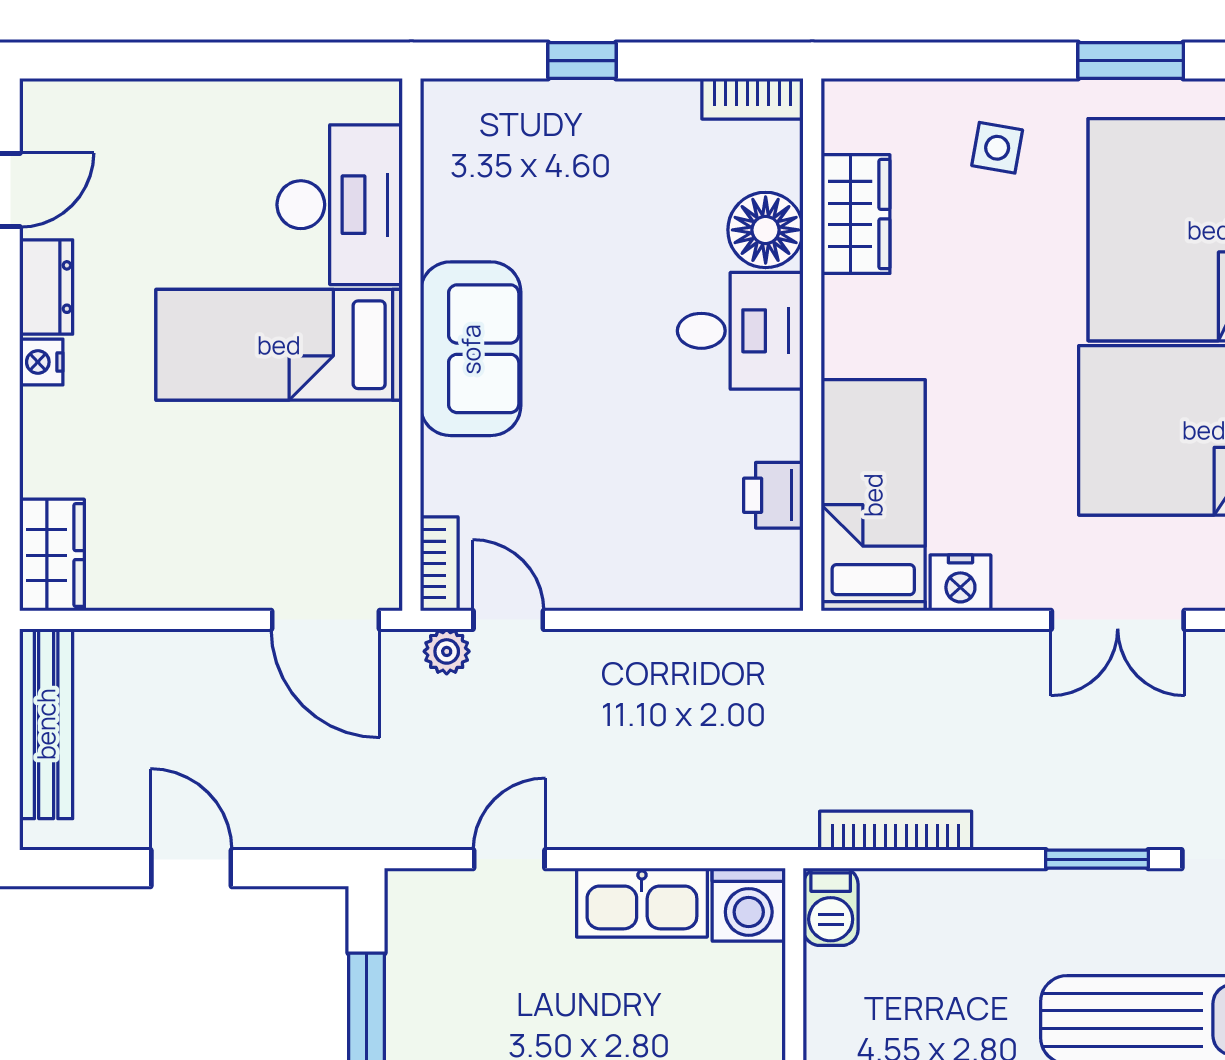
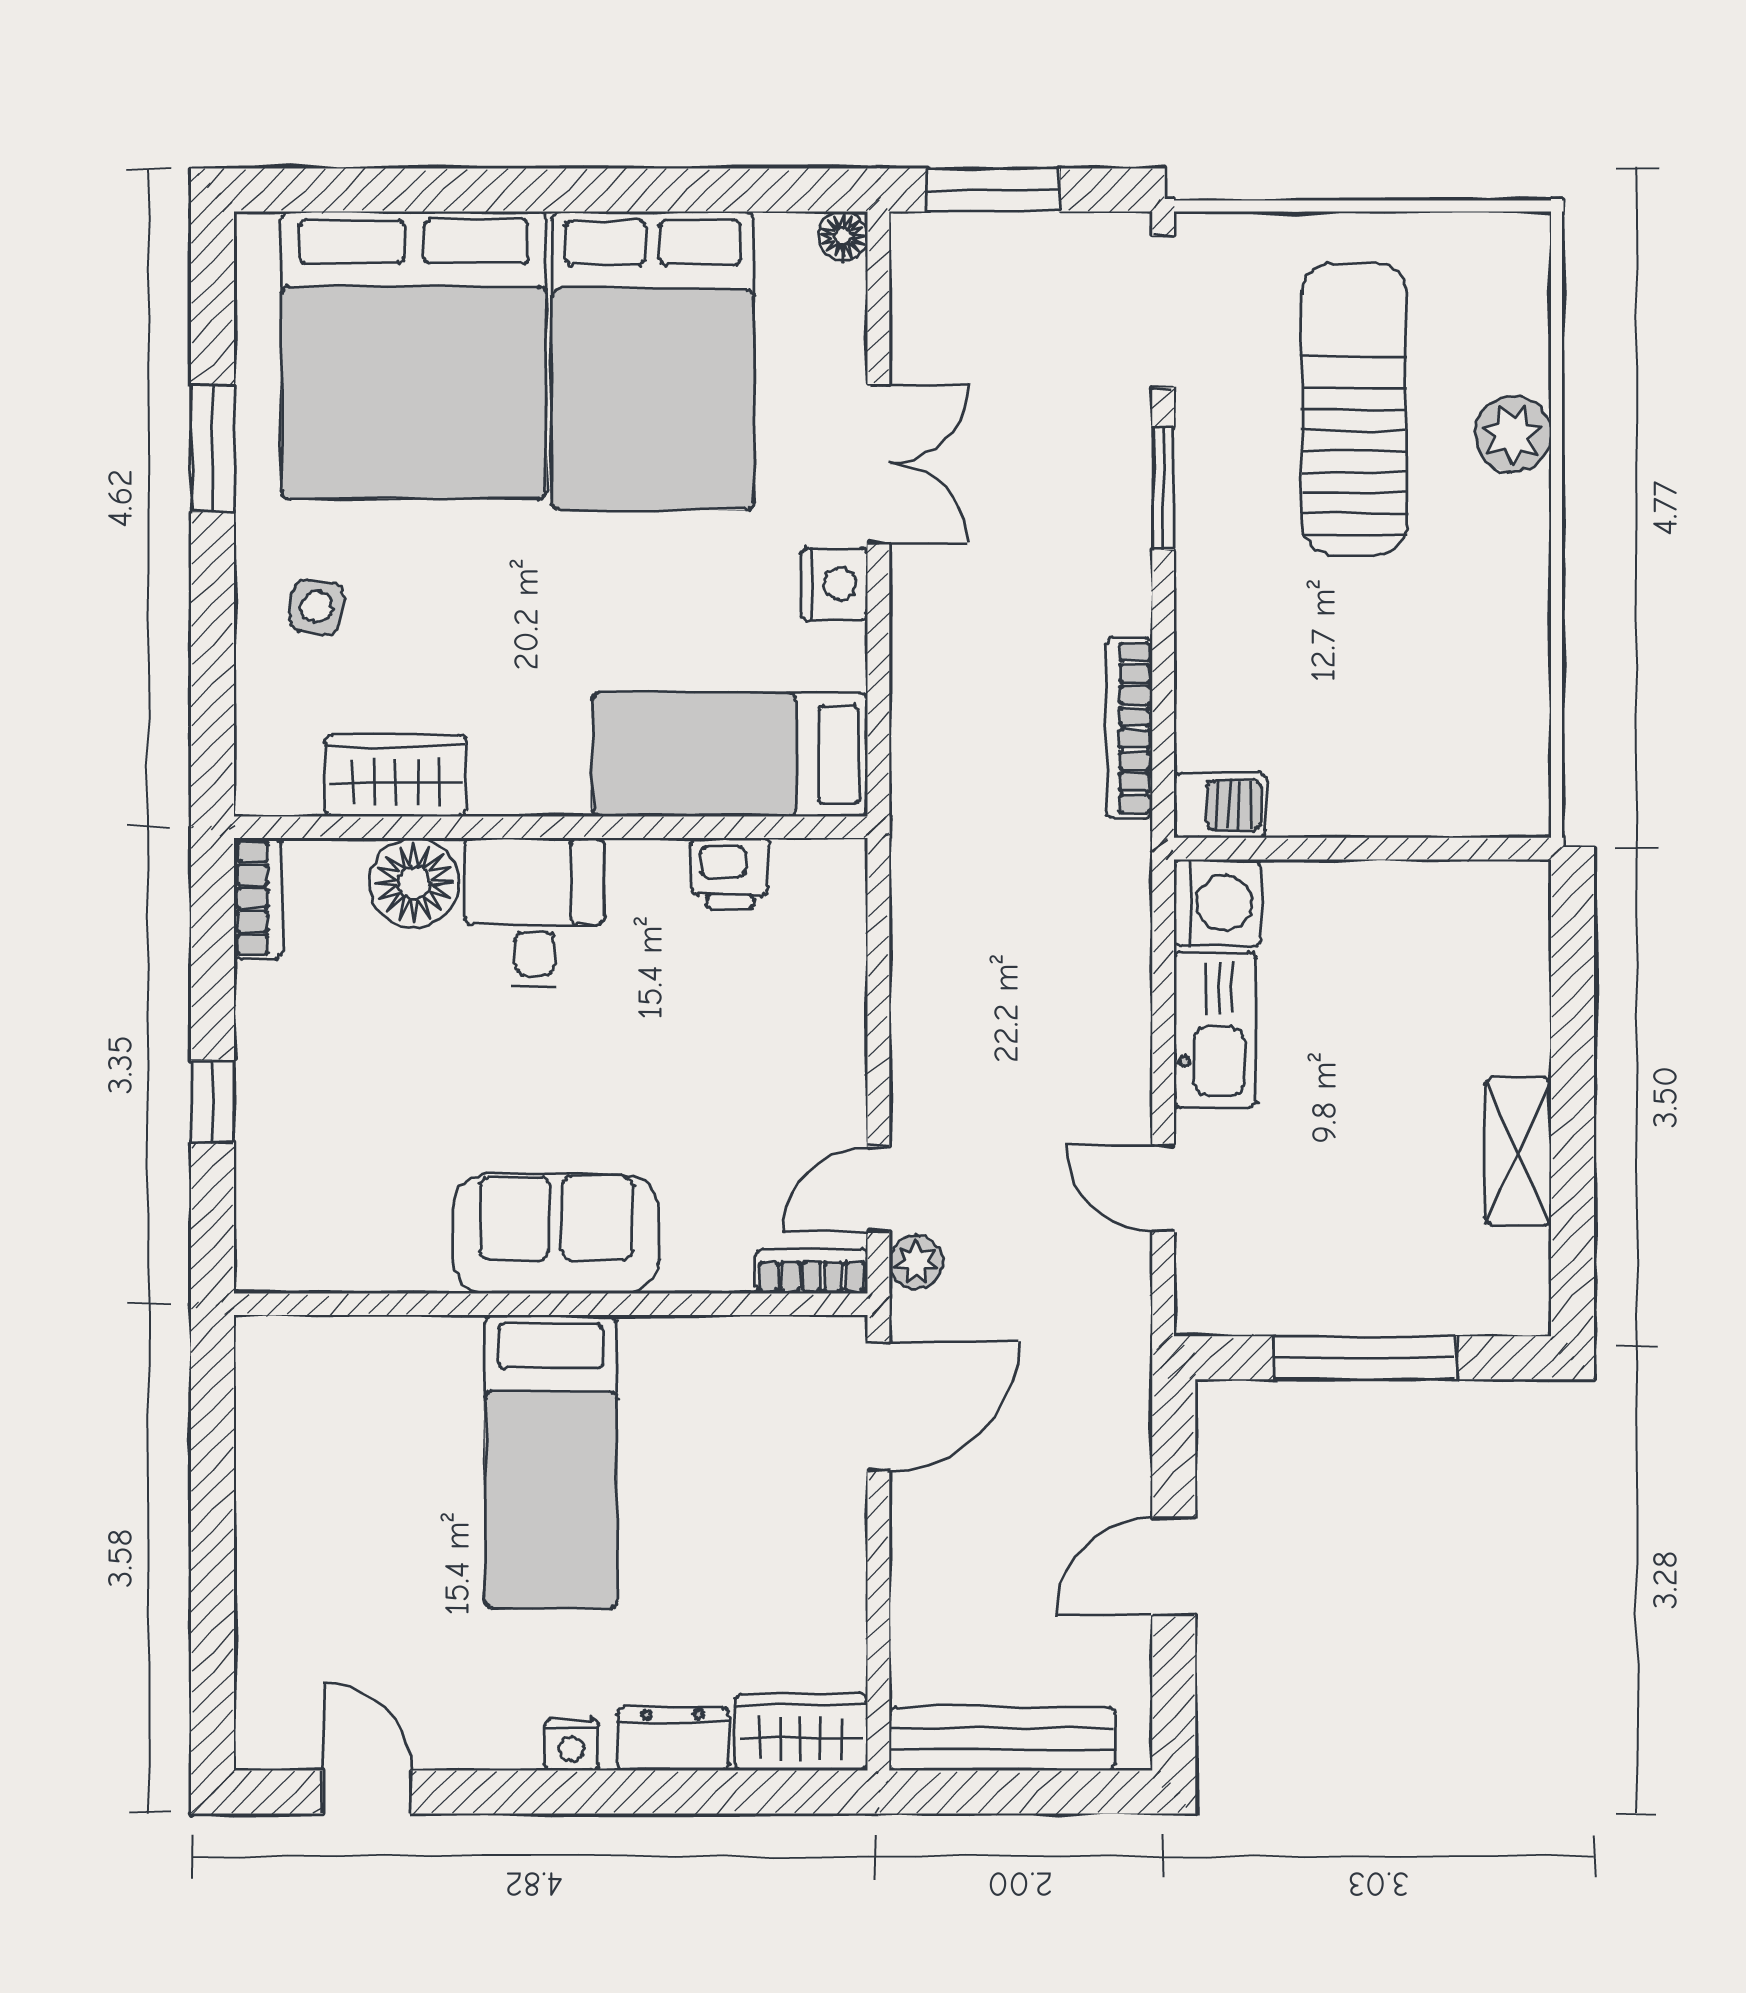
desk: (340, 205) -> (384, 1390), removed
dresser: (46, 287) -> (673, 1739), moved
nightstand: (960, 583) -> (834, 584), moved

